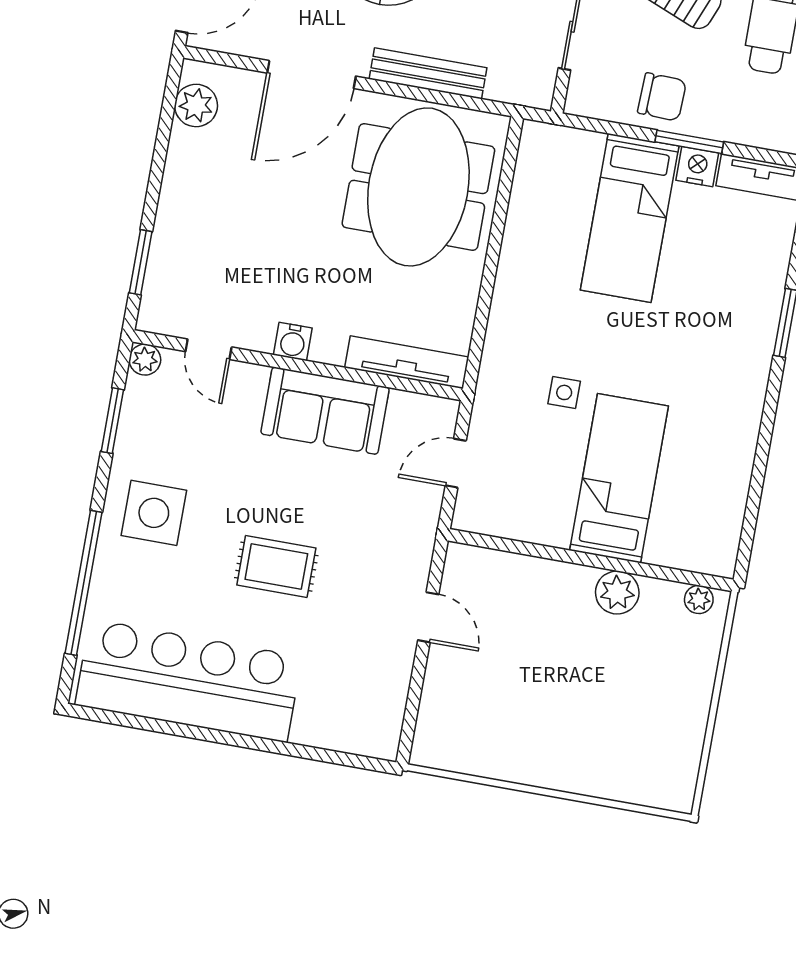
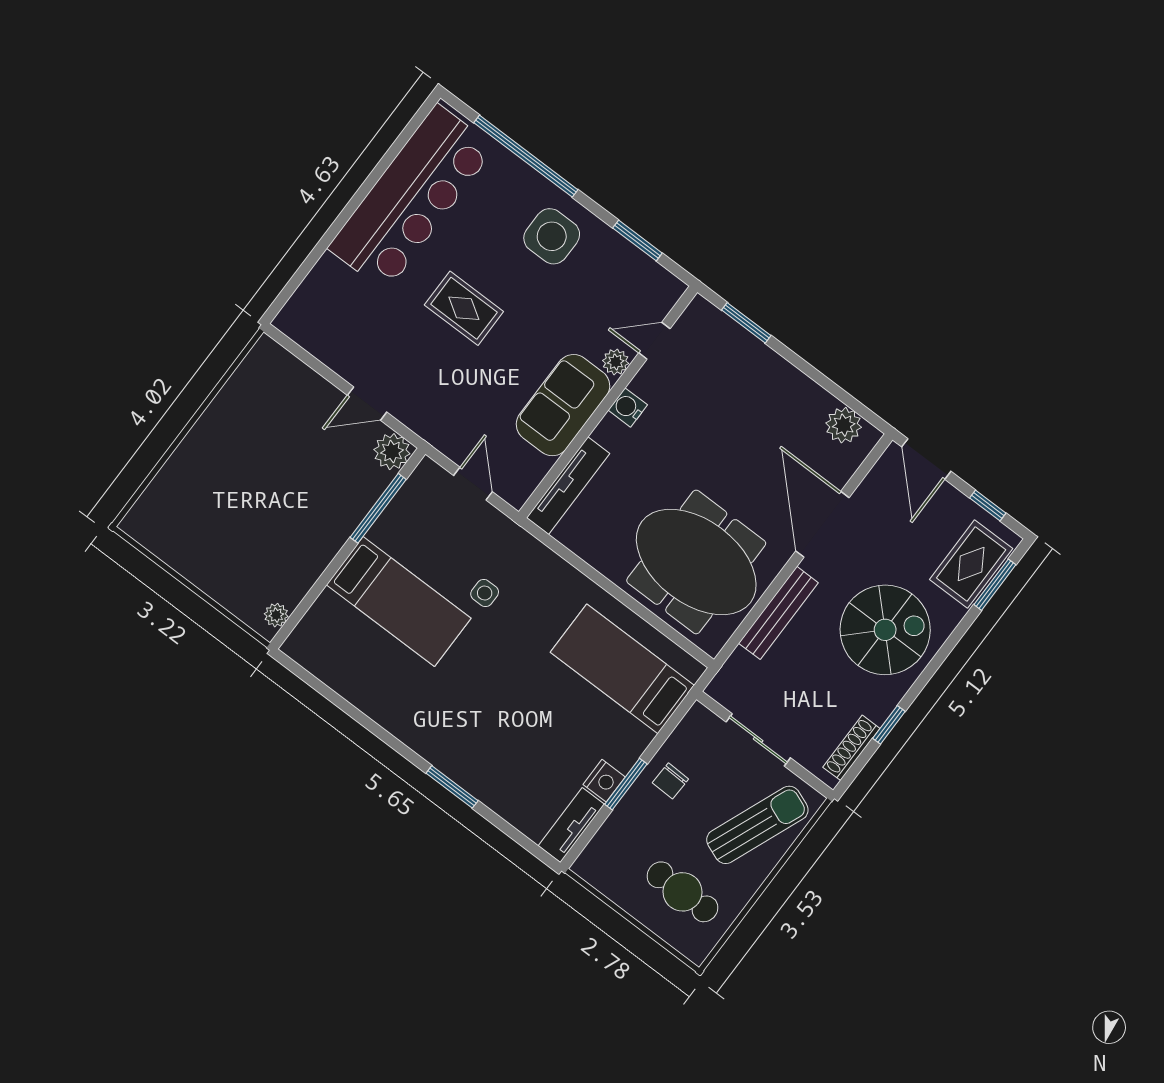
chair: (662, 97) -> (670, 781), width x0.73, depth x0.73
bed: (630, 218) -> (622, 669), moved
plant: (145, 360) -> (616, 362), moved
window: (532, 550) -> (378, 508), added
rug: (276, 567) -> (464, 308), turned 90
plant: (617, 592) -> (392, 452), moved

